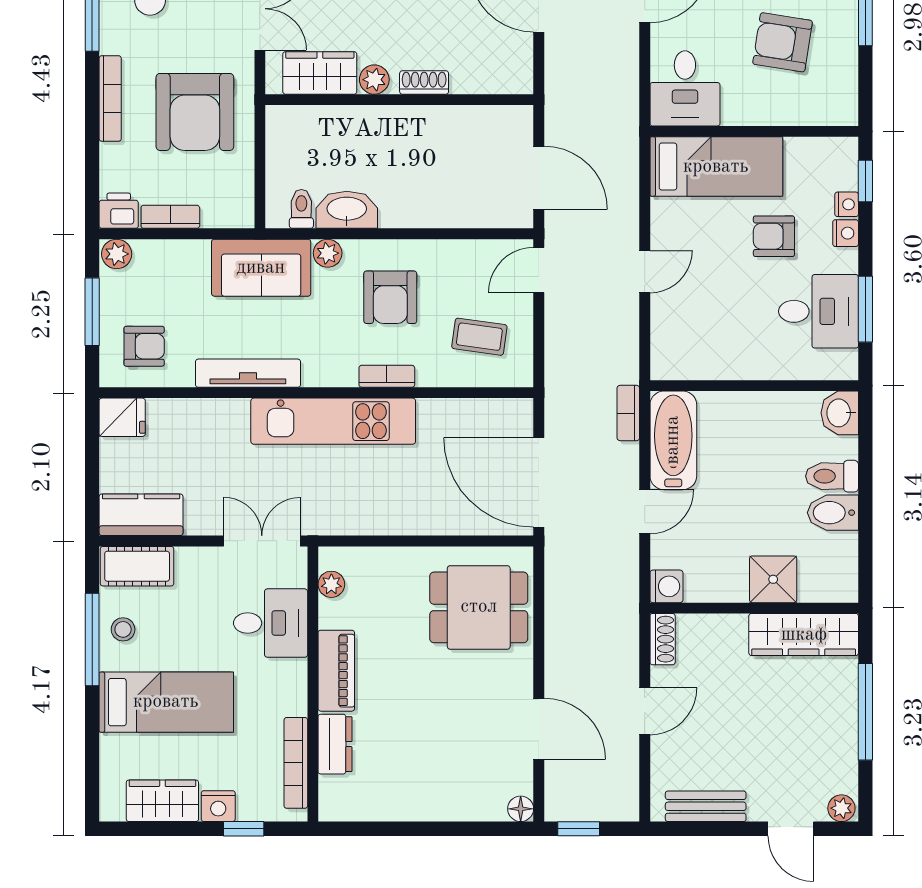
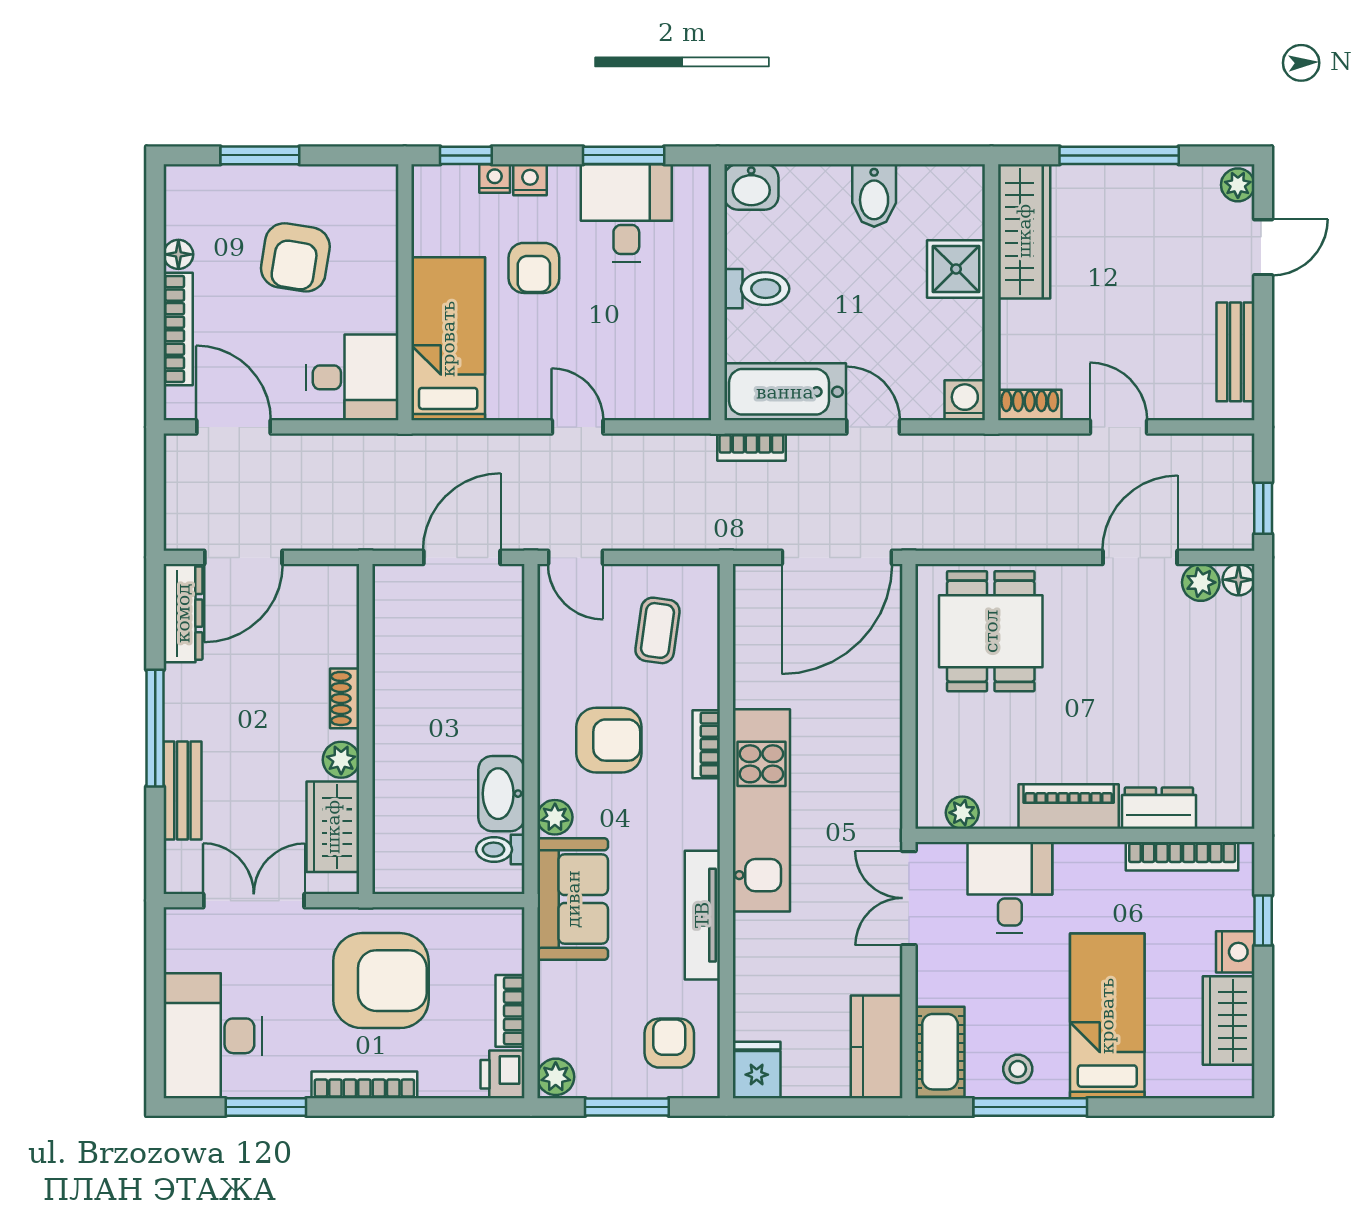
toilet: (832, 476) -> (757, 289), moved, turned -90
plant: (518, 778) -> (1201, 582), added

